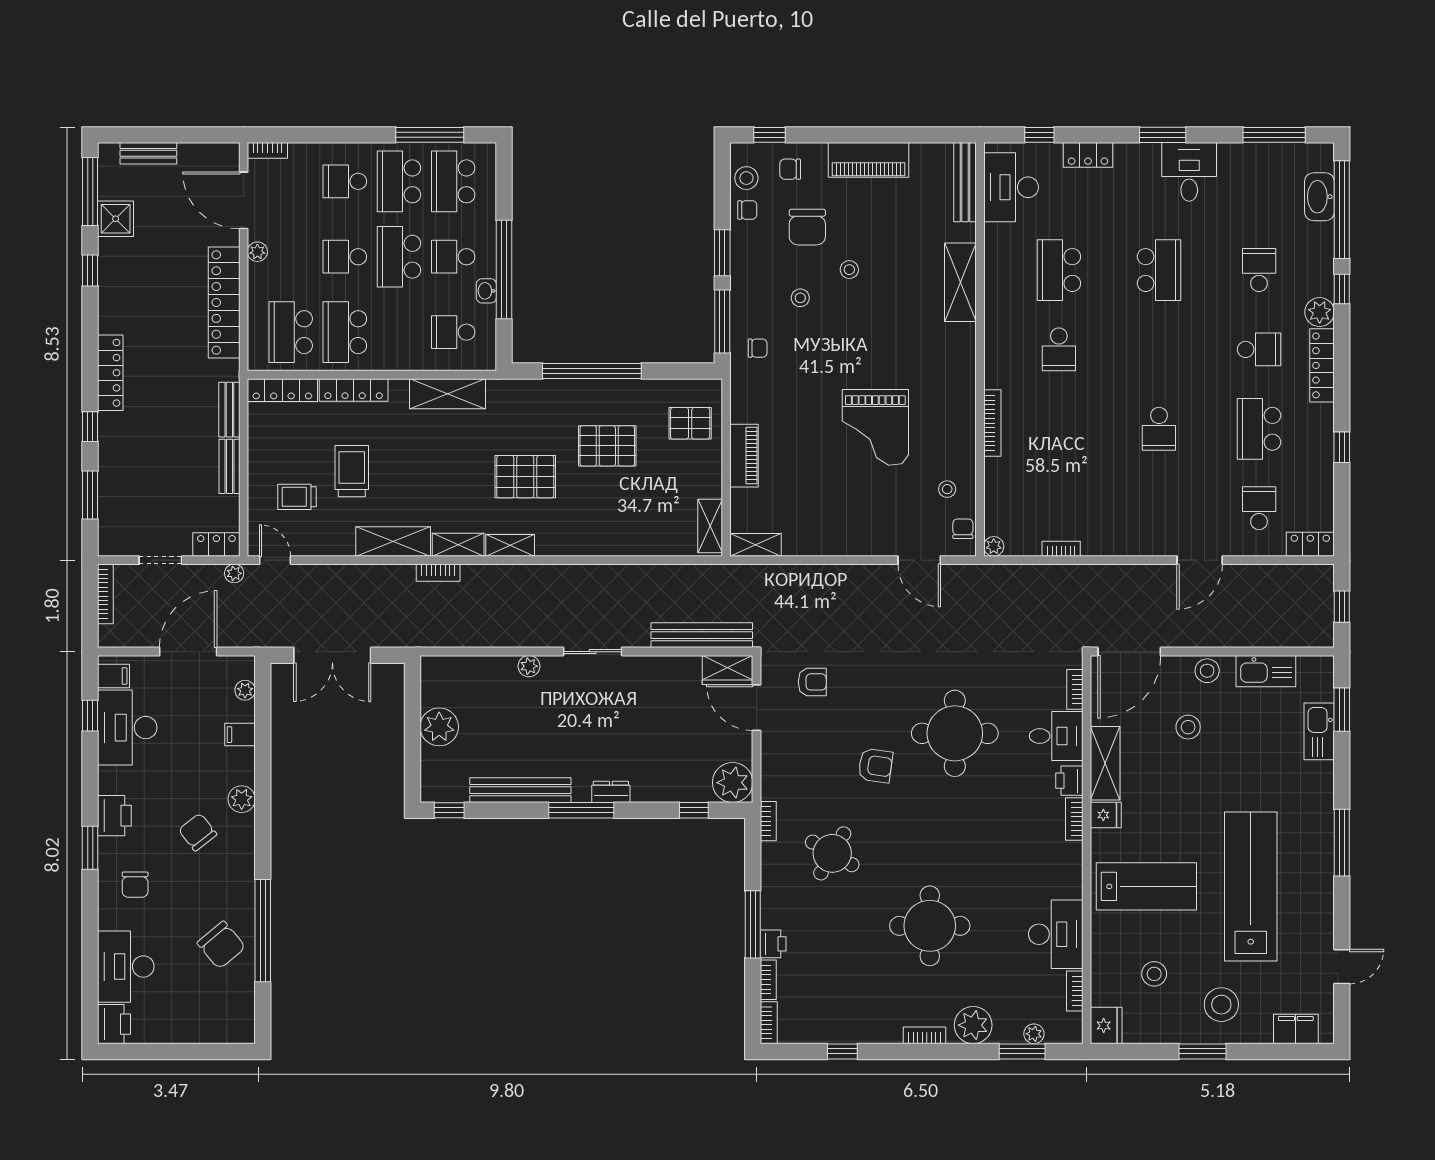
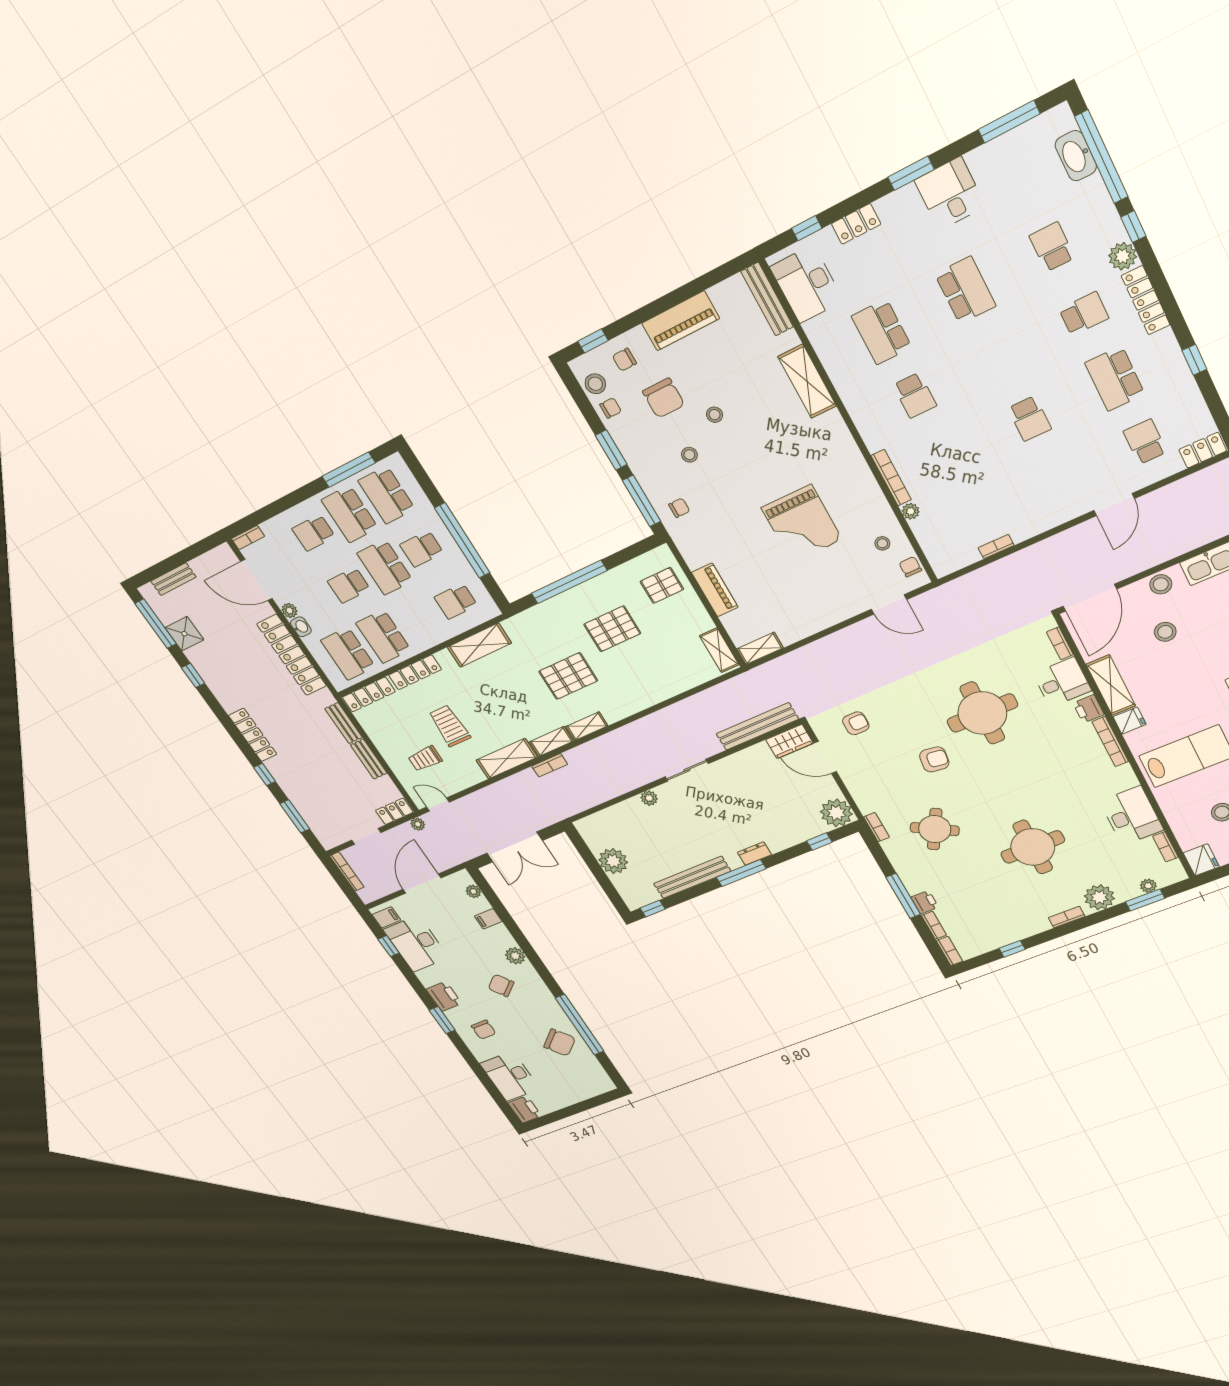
washbasin: (486, 291) -> (301, 627), moved, turned 180
plant: (994, 546) -> (911, 511), moved
bookcase: (1074, 819) -> (1110, 742), width x1.56

